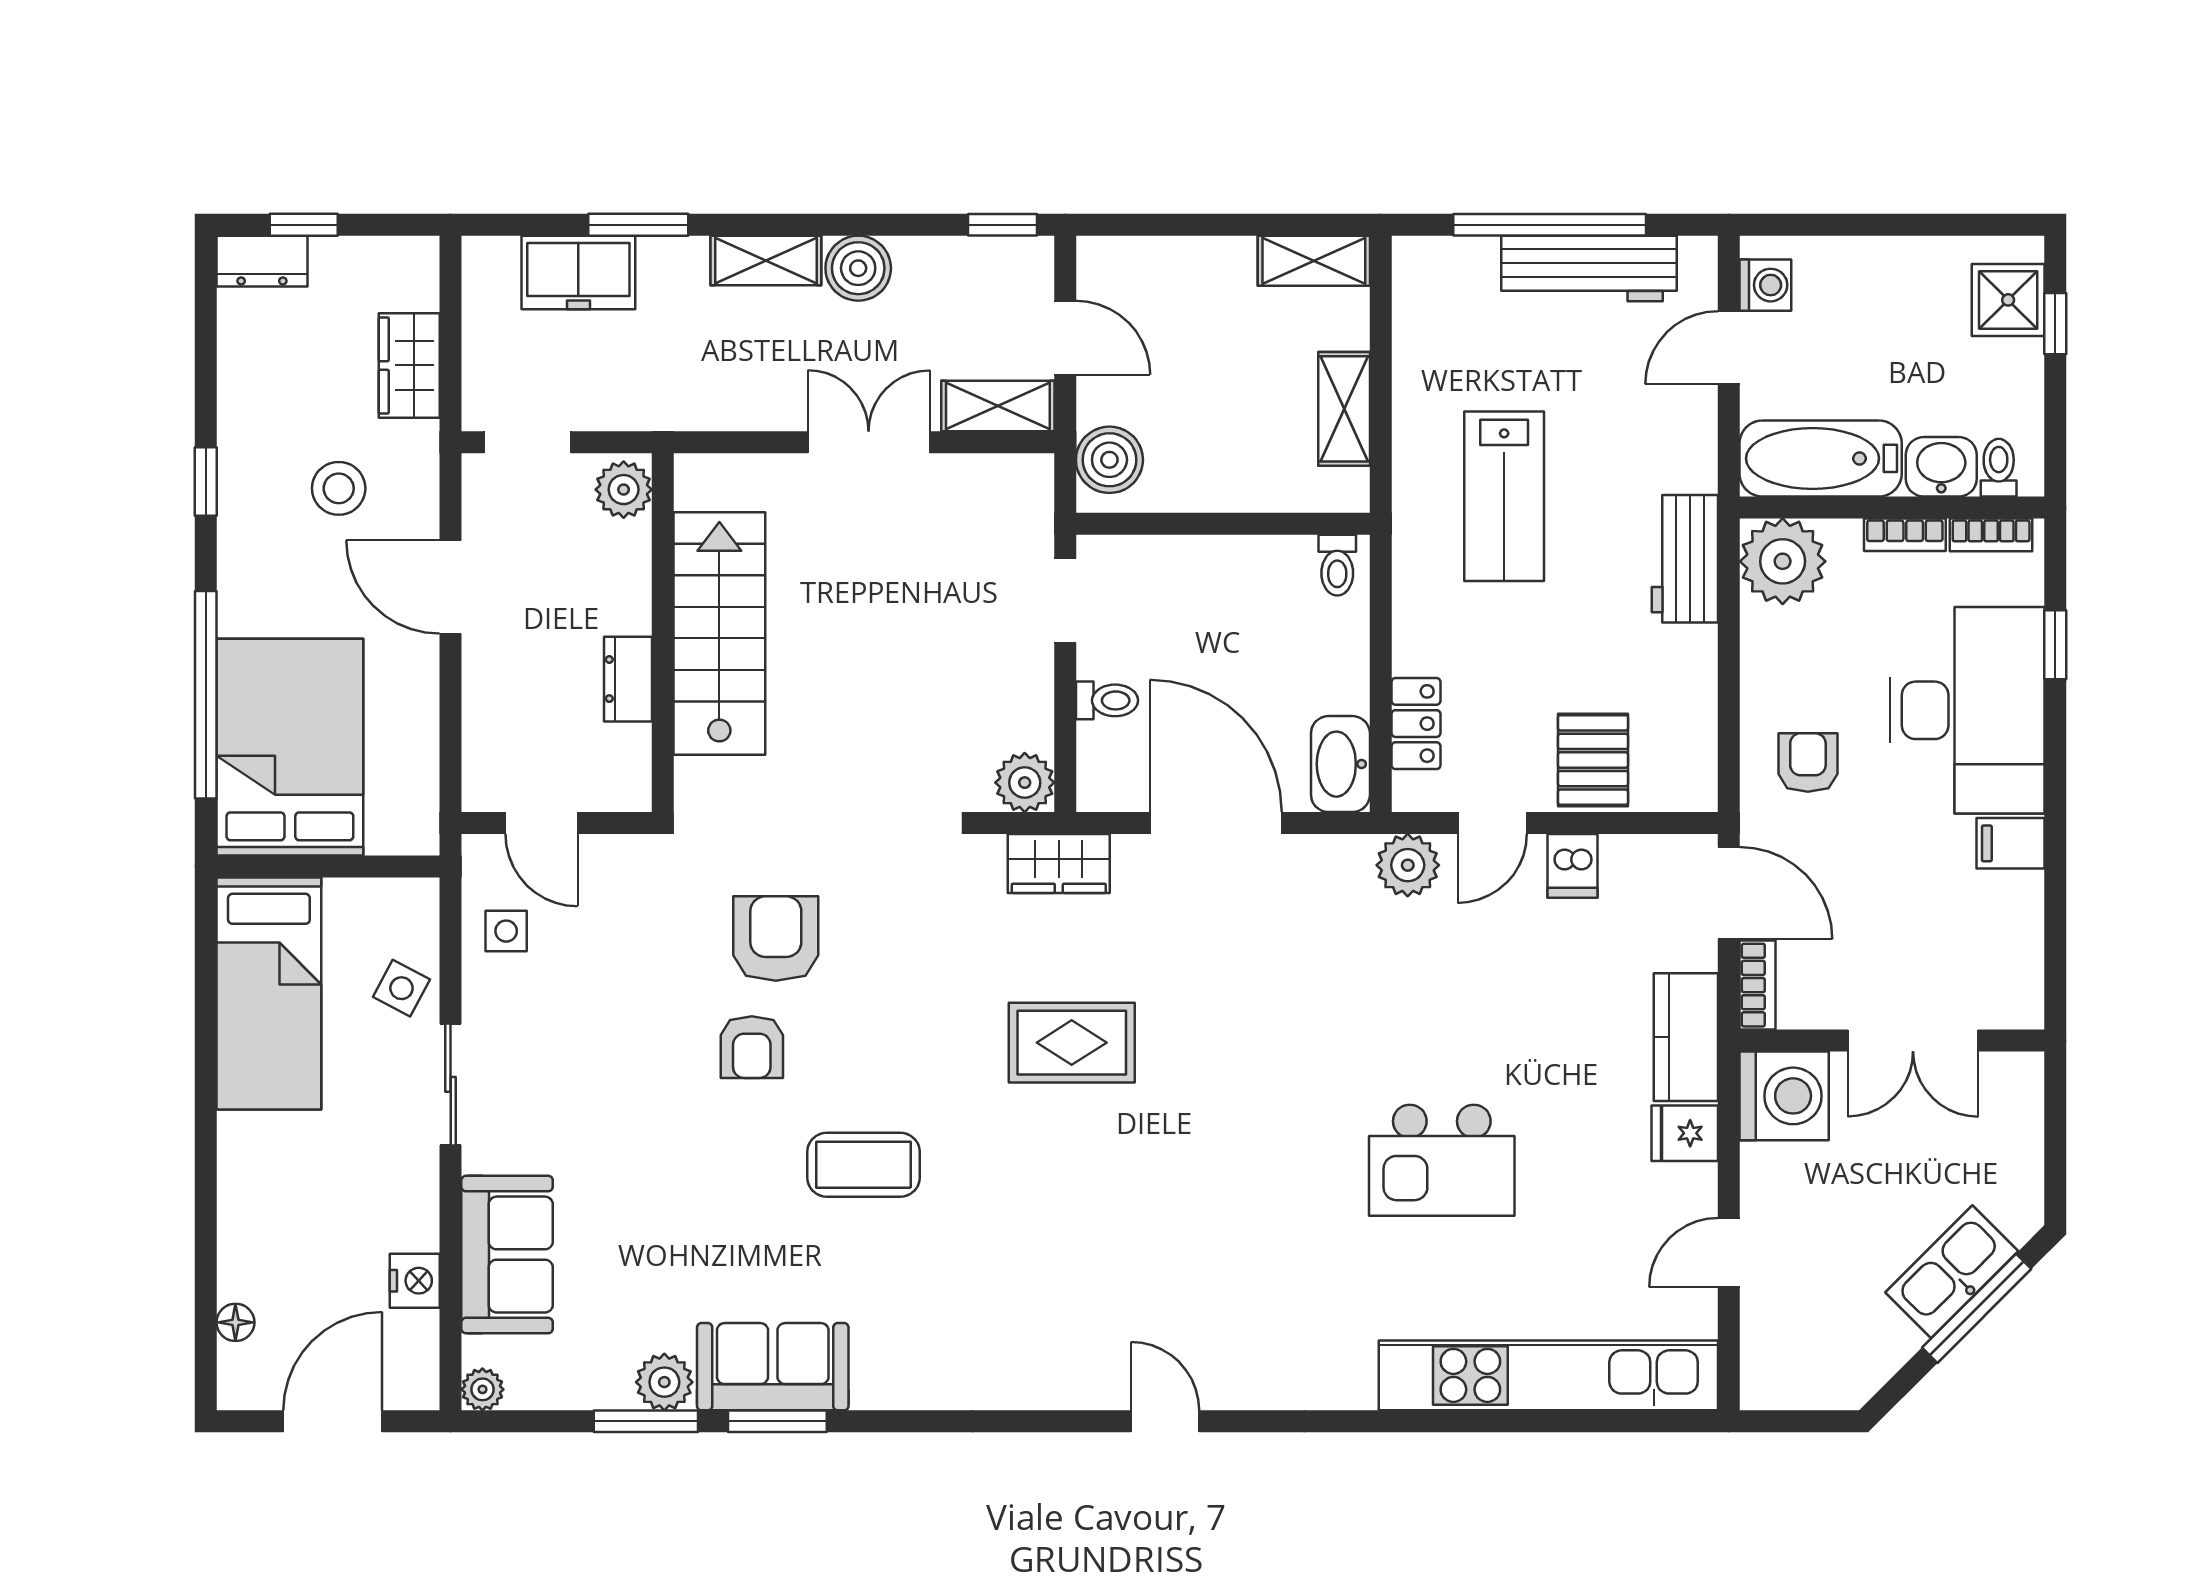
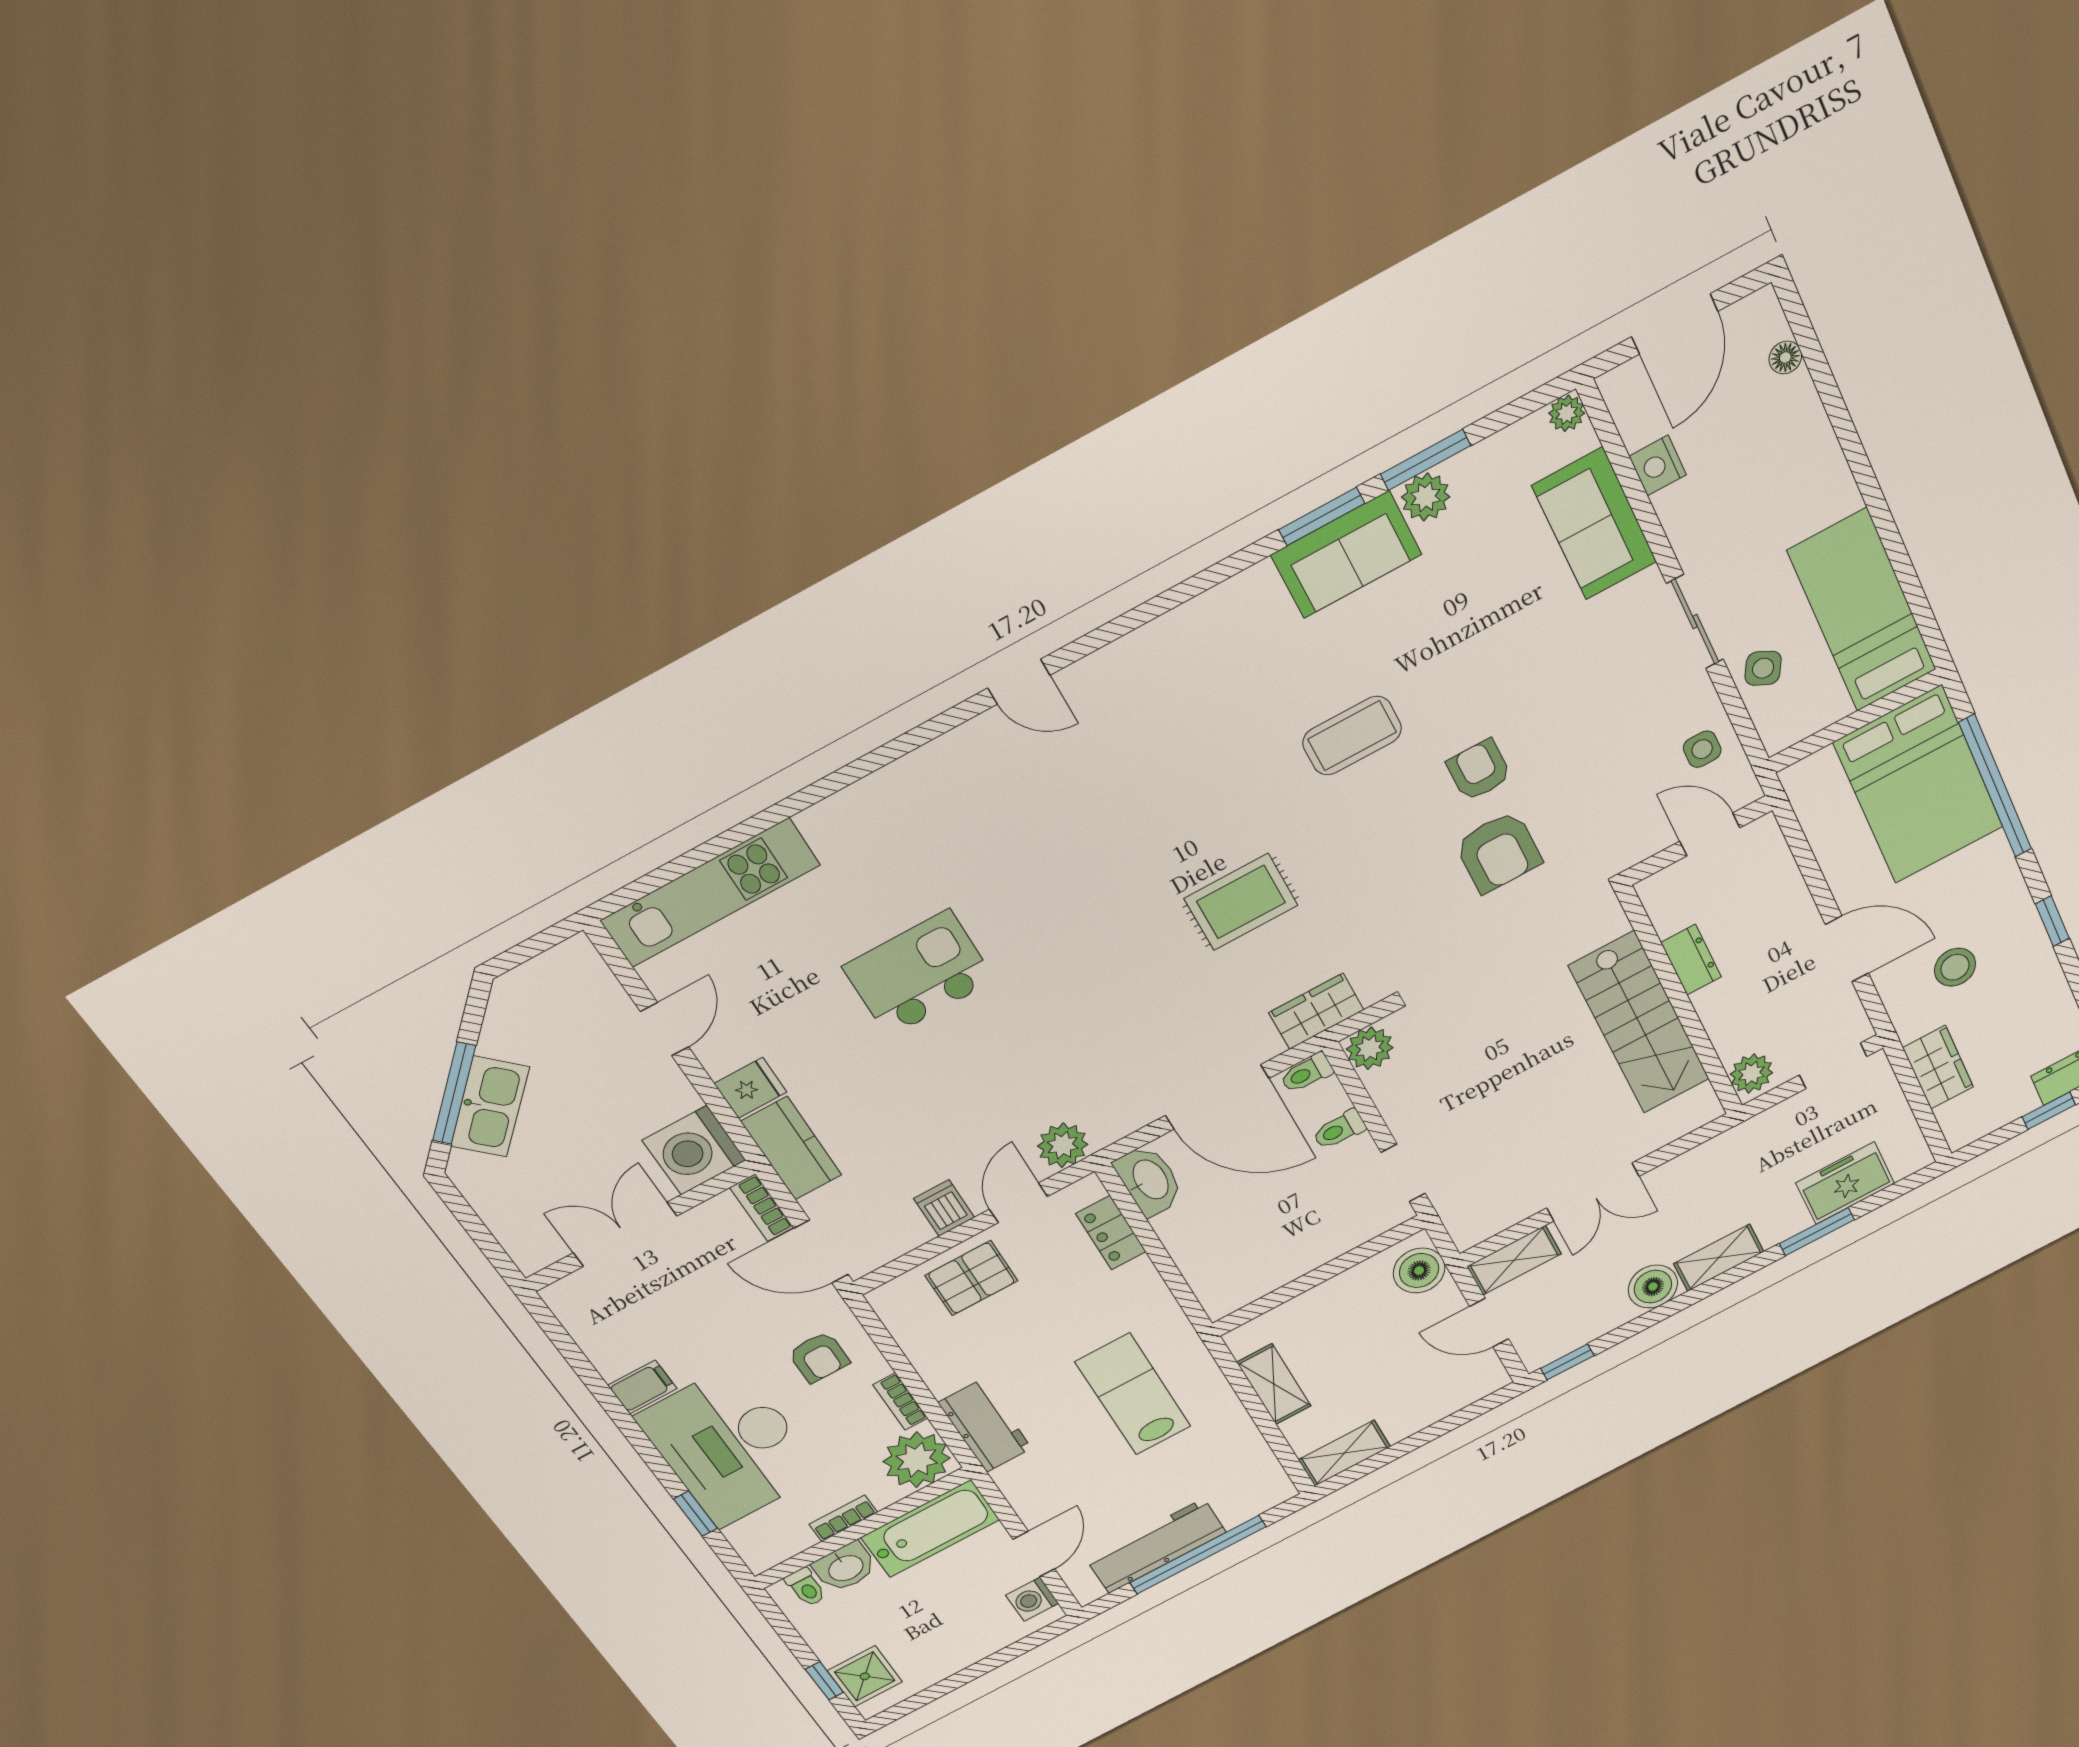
bookcase: (1991, 535) -> (900, 1401), moved, turned -90
toilet: (1337, 565) -> (1307, 1073), moved, turned -90
pallet: (1593, 760) -> (971, 1278), turned 90
kitchen unit: (1548, 1375) -> (710, 893), width x0.73

